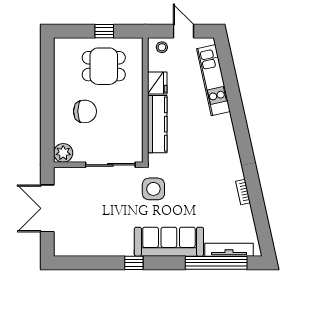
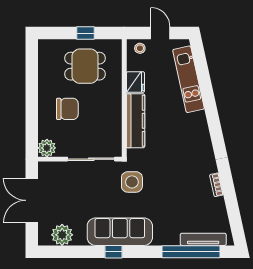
sofa: (169, 242) -> (120, 232), moved
plant: (79, 245) -> (62, 235), added

